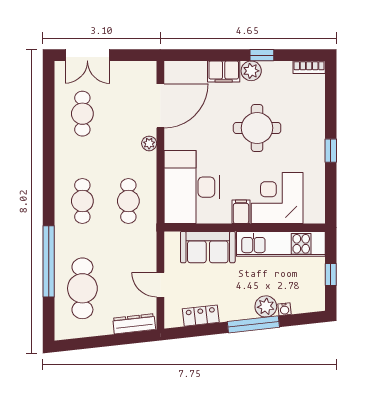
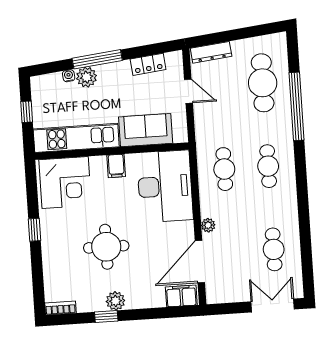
filing cabinet: (224, 71) -> (181, 296), moved
corner desk: (277, 198) -> (65, 182), moved

